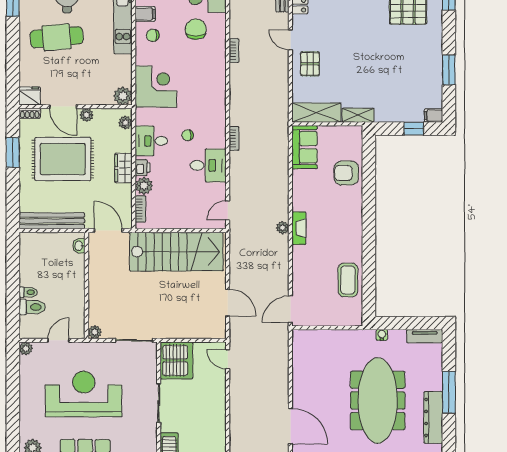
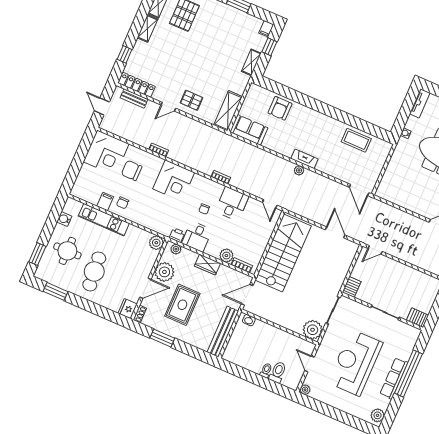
corner desk: (156, 87) -> (174, 181), moved, turned 180
plant: (87, 115) -> (164, 272), width x1.87, depth x1.87
shelving: (358, 115) -> (251, 62), moved
rug: (63, 159) -> (182, 305), width x0.73, depth x0.69
printer: (142, 168) -> (177, 235), moved
door: (228, 303) -> (335, 232), hinge flipped
plant: (95, 332) -> (313, 330), width x1.88, depth x1.88
server rack: (176, 360) -> (352, 287), width x0.46, depth x0.70

